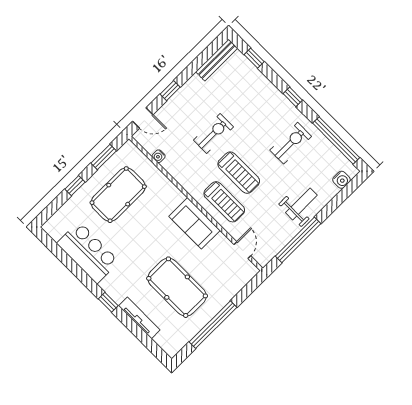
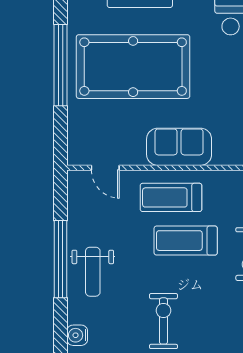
exercise bike: (291, 143) -> (163, 321), turned 180
window: (298, 240) -> (60, 259), moved
pool table: (177, 287) -> (133, 67), width x1.36, depth x1.32

